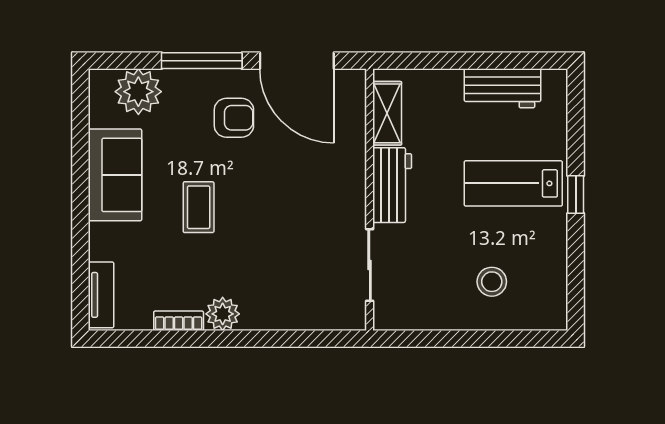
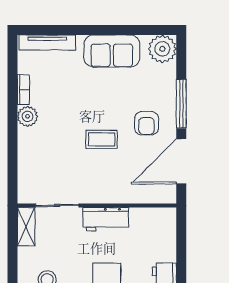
plant: (138, 92) -> (162, 49), moved
shelving: (387, 113) -> (26, 227), moved, turned 90
coffee table: (199, 207) -> (102, 139), moved
tv unit: (101, 295) -> (47, 43), width x1.41

